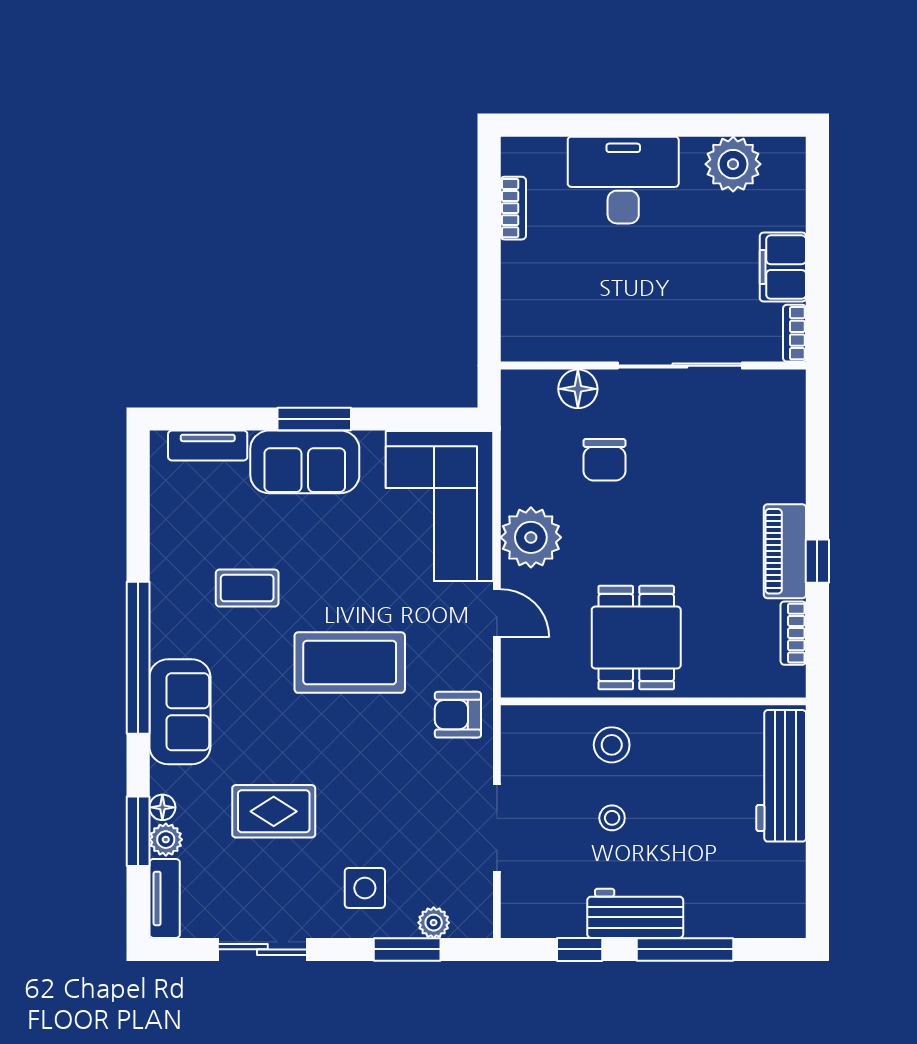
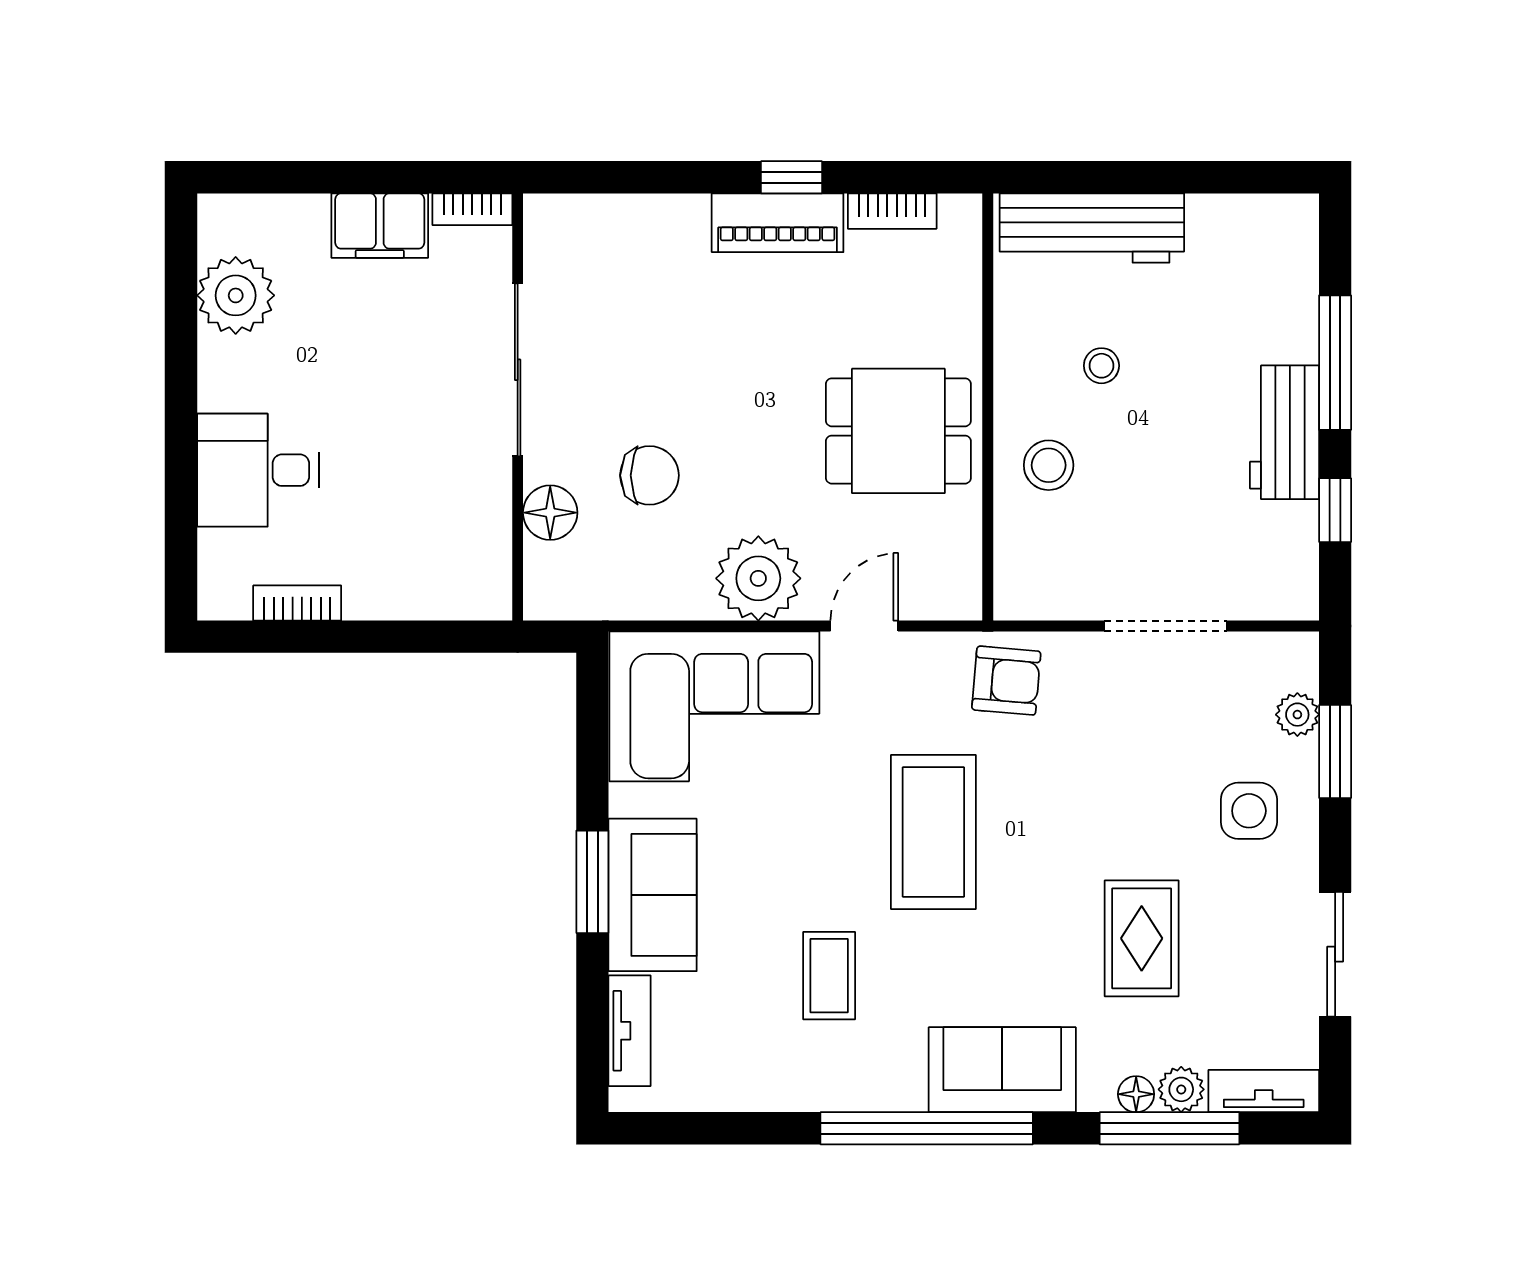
desk: (623, 180) -> (258, 470), width x0.73
armchair: (458, 715) -> (1006, 681), turned -85
stool: (612, 818) -> (1101, 366), moved
window: (138, 831) -> (1169, 1128), width x1.44

